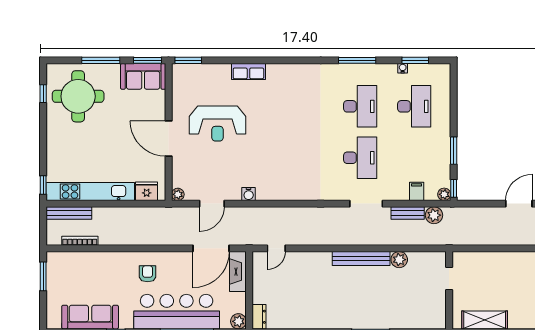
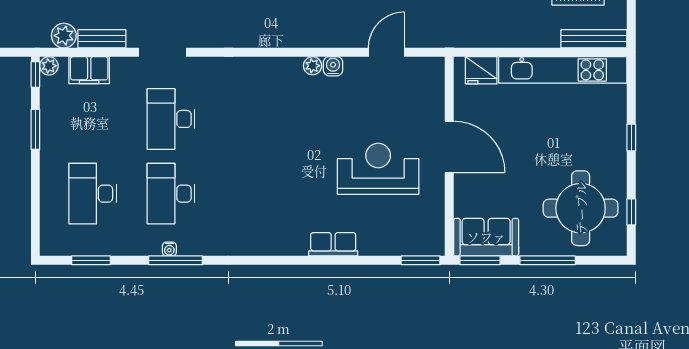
water cooler: (403, 68) -> (169, 249), moved
window: (43, 185) -> (631, 137), moved
filing cabinet: (417, 191) -> (89, 70), width x2.00
plant: (178, 194) -> (313, 66), moved

